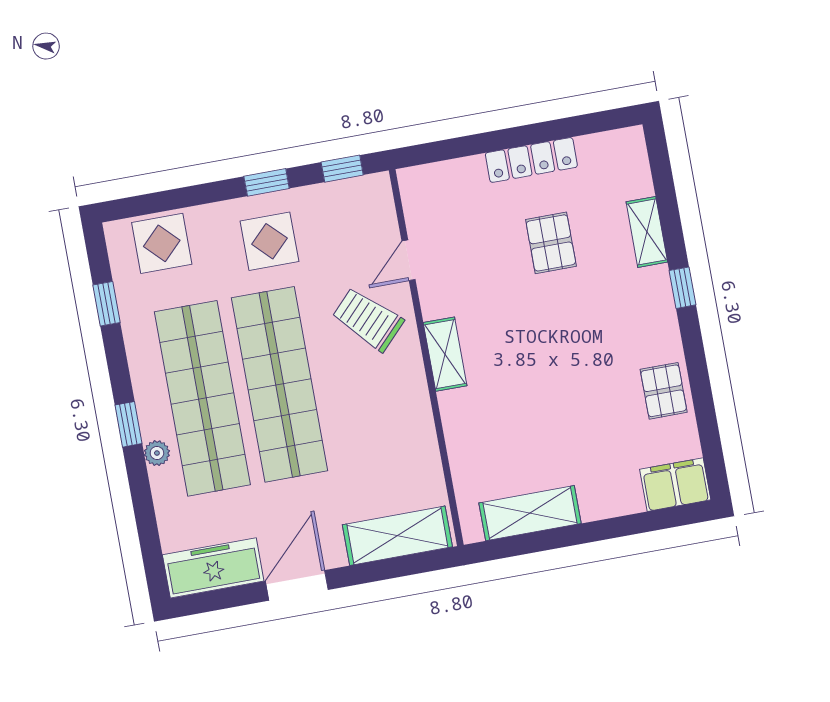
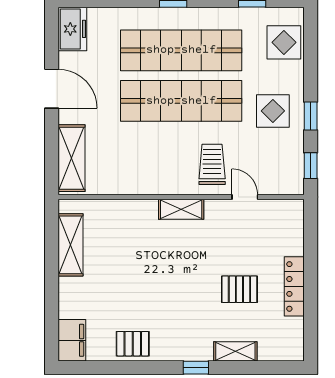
trolley: (368, 319) -> (212, 164), turned -44
plant: (157, 453) -> (152, 15), removed
freezer: (213, 568) -> (72, 29), width x0.71

